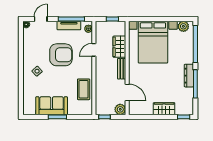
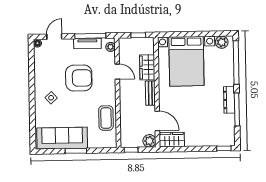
door: (94, 50) -> (117, 72), swing flipped
sofa: (52, 106) -> (62, 138), width x1.36
wardrobe: (164, 109) -> (172, 140), moved

